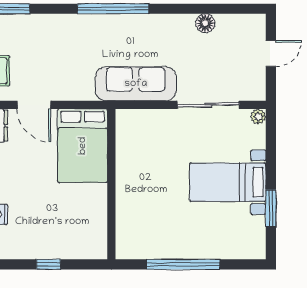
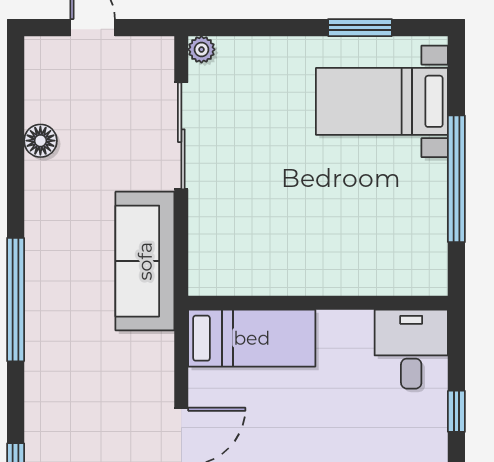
bed: (83, 146) -> (252, 338), width x0.67
bed with nightstands: (228, 182) -> (382, 101), moved, turned 90
desk: (85, 238) -> (411, 349), added

